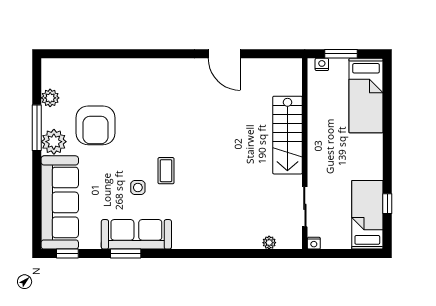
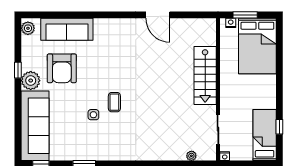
bed: (366, 96) -> (257, 46), width x1.50
plant: (50, 98) -> (28, 28), moved
window: (37, 128) -> (18, 70), width x0.46
sofa: (136, 234) -> (67, 29), moved, turned 180

